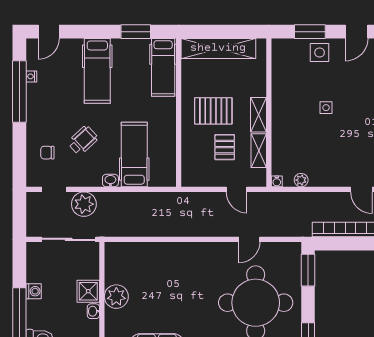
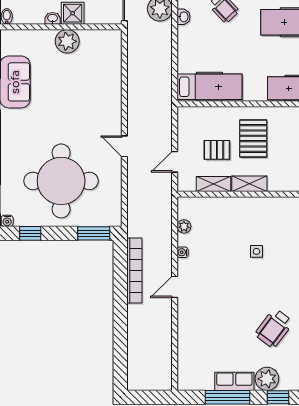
hospital bed: (134, 155) -> (210, 87), moved
washbasin: (110, 180) -> (184, 17), moved
water cooler: (277, 181) -> (183, 252), moved
door: (249, 239) -> (124, 146), moved

